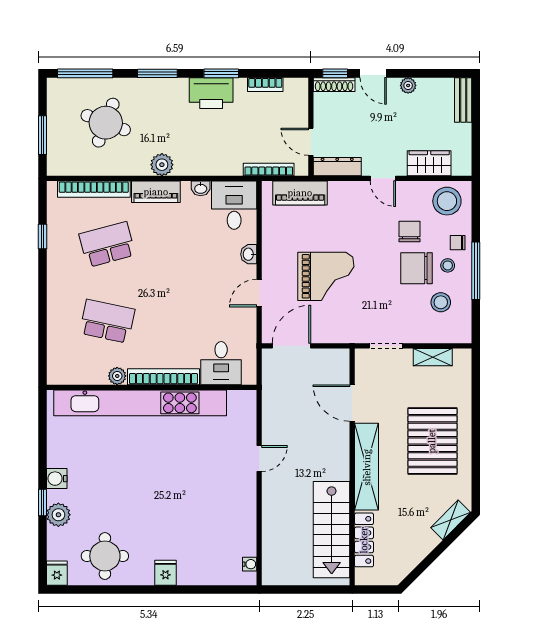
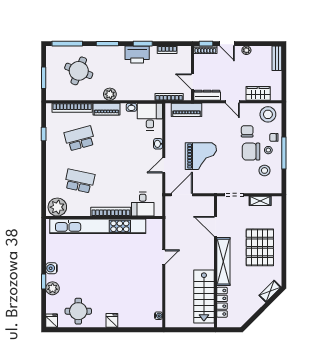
plant: (117, 376) -> (57, 207), moved, width x1.88, depth x1.88

